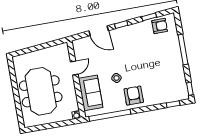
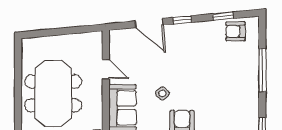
armchair: (160, 26) -> (236, 31), turned 180
door: (74, 68) -> (106, 69), hinge flipped

